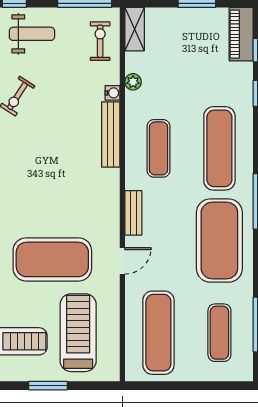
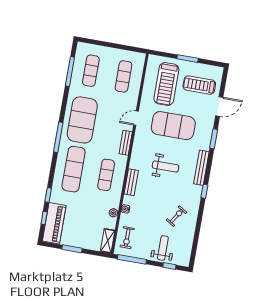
weight bench: (32, 34) -> (163, 248), turned 90
piano: (241, 34) -> (54, 223), width x1.37, depth x1.33
bench: (111, 134) -> (131, 182), width x0.73
weight bench: (53, 183) -> (166, 166), added
exercise mat: (158, 333) -> (123, 76), width x0.73, depth x0.69

